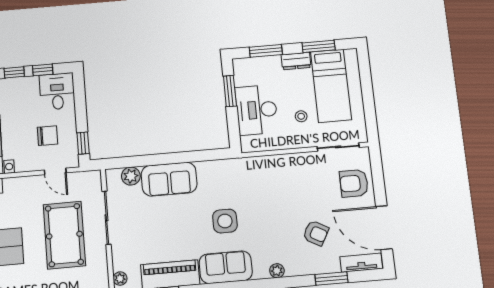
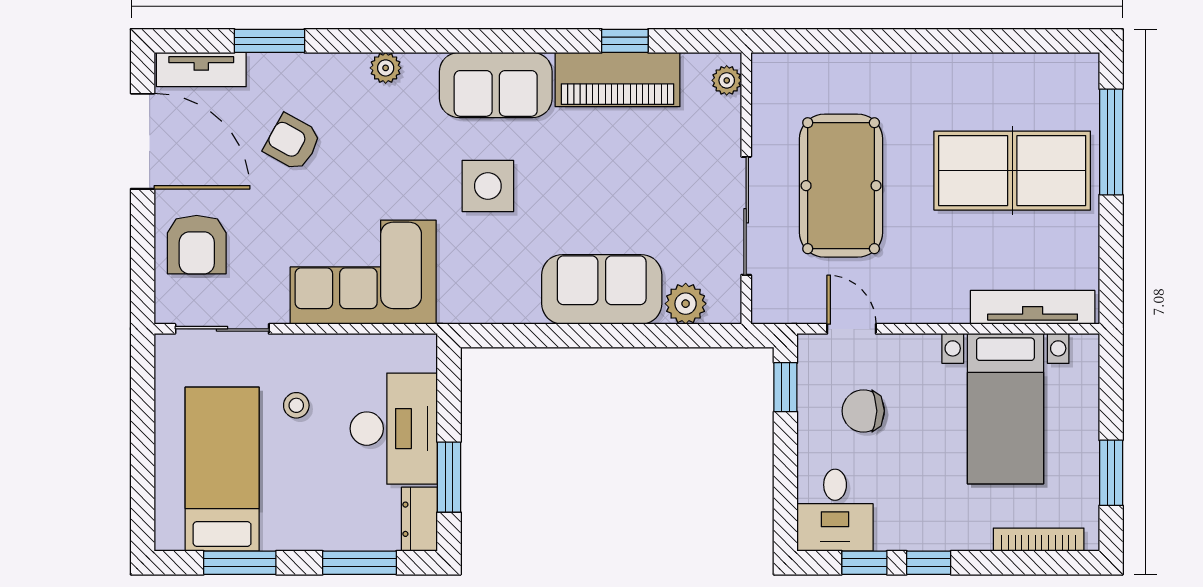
dresser: (296, 61) -> (419, 519), moved, turned -90
corner sofa: (277, 178) -> (363, 272), added
armchair: (354, 183) -> (197, 245), turned 90

